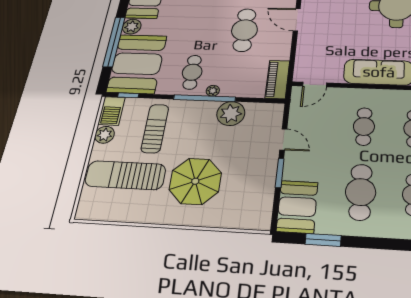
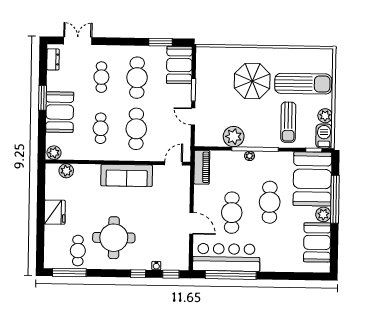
cafe table: (192, 72) -> (270, 202), moved, width x1.37, depth x1.35
cafe table: (364, 126) -> (136, 129), width x1.37, depth x1.35

